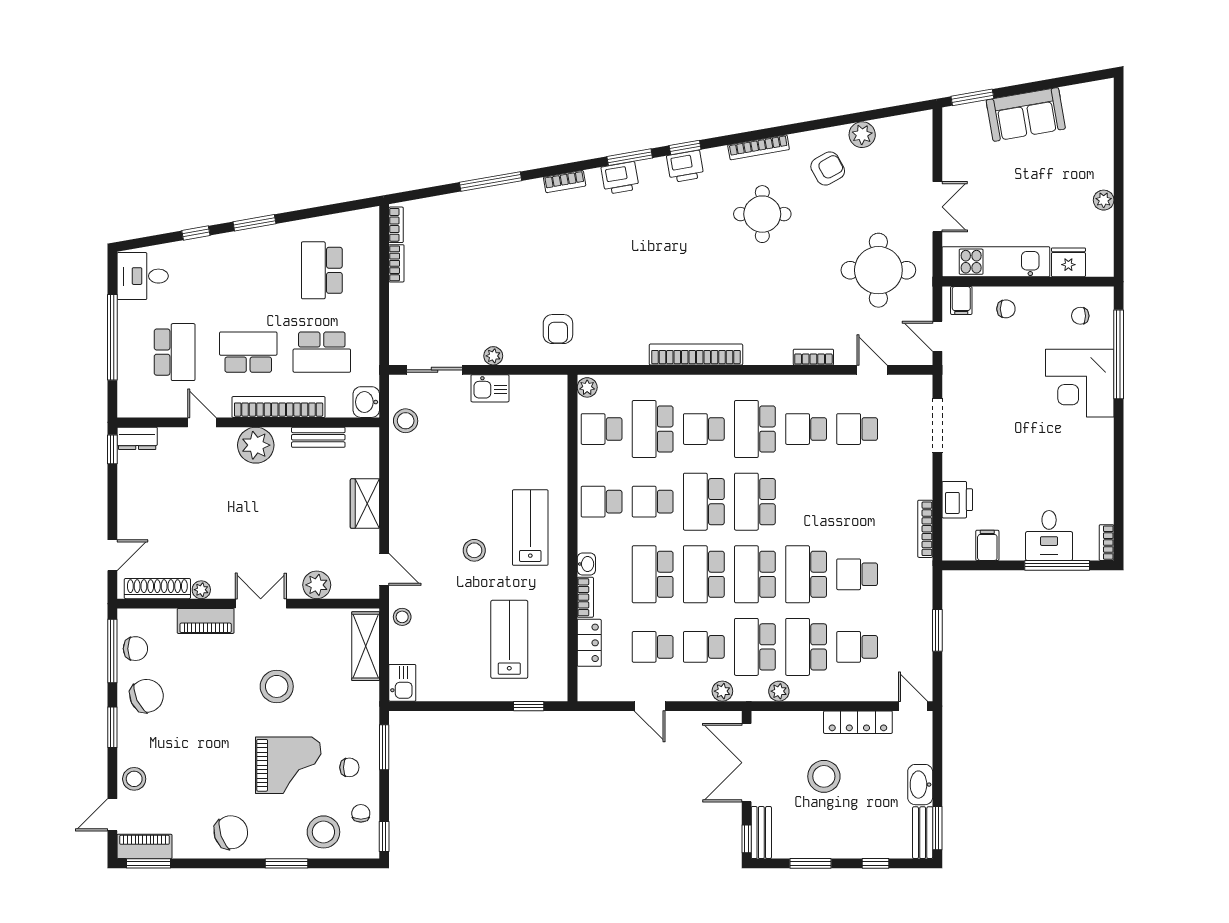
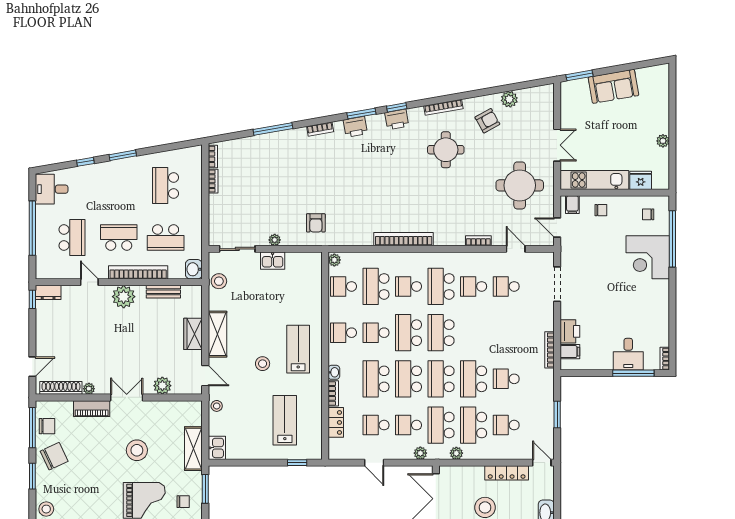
shelving: (403, 504) -> (217, 334), added
filing cabinet: (987, 545) -> (570, 352), moved, turned 90
shelving: (366, 646) -> (193, 449), moved

